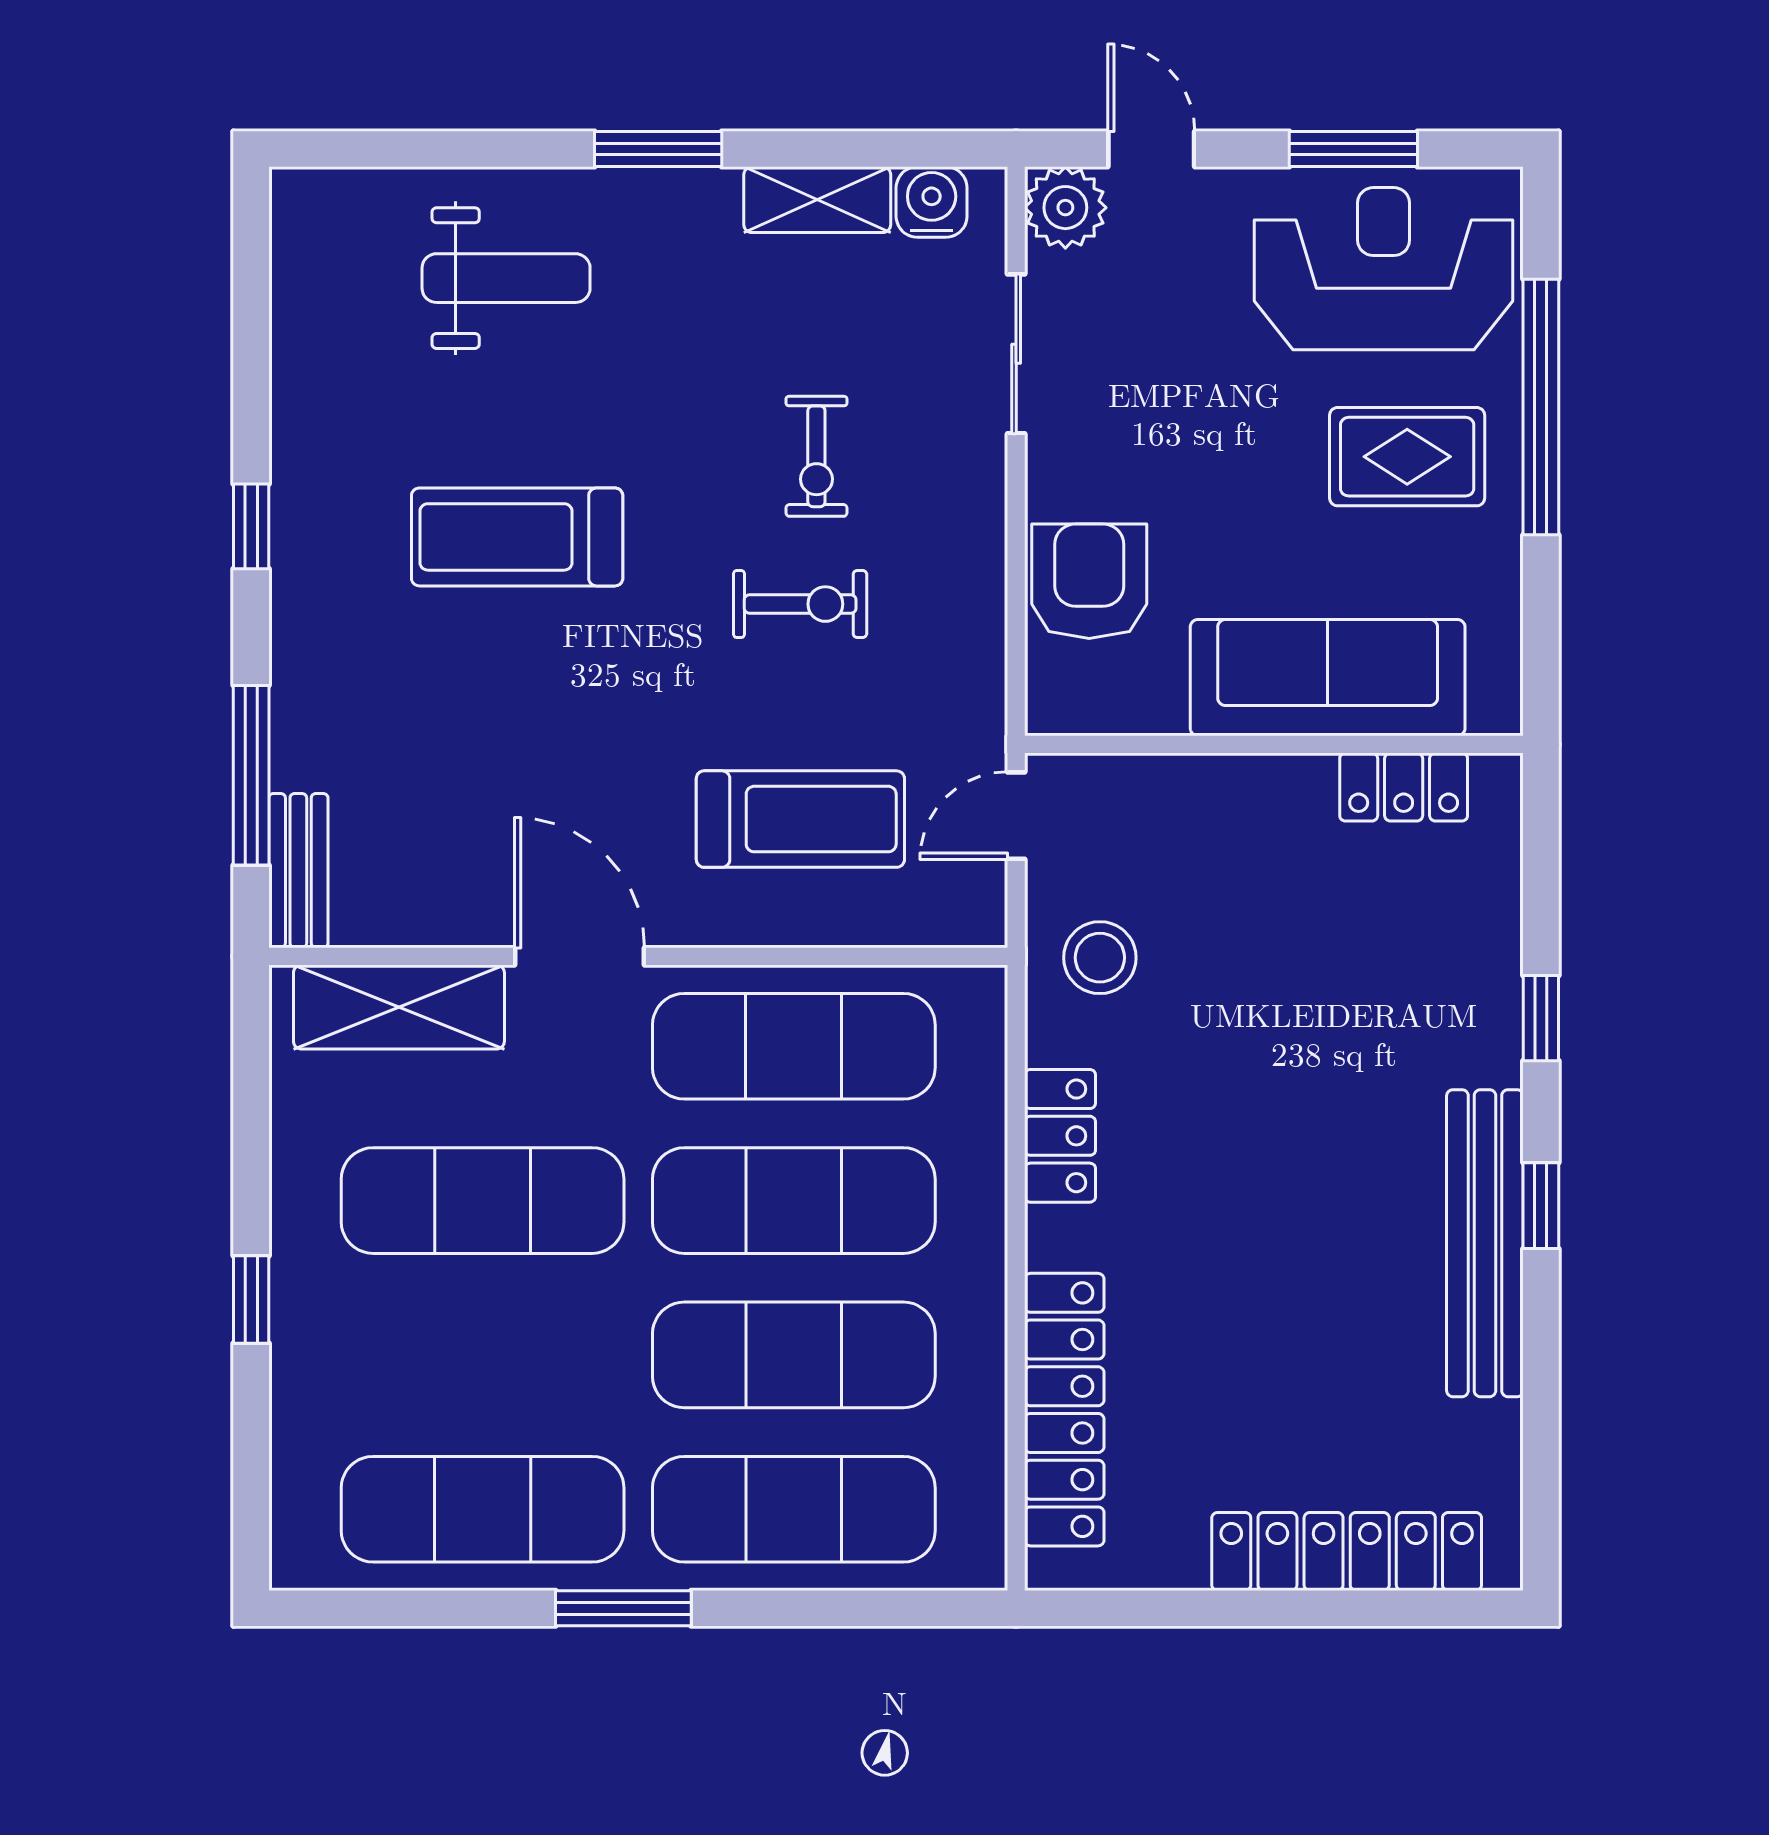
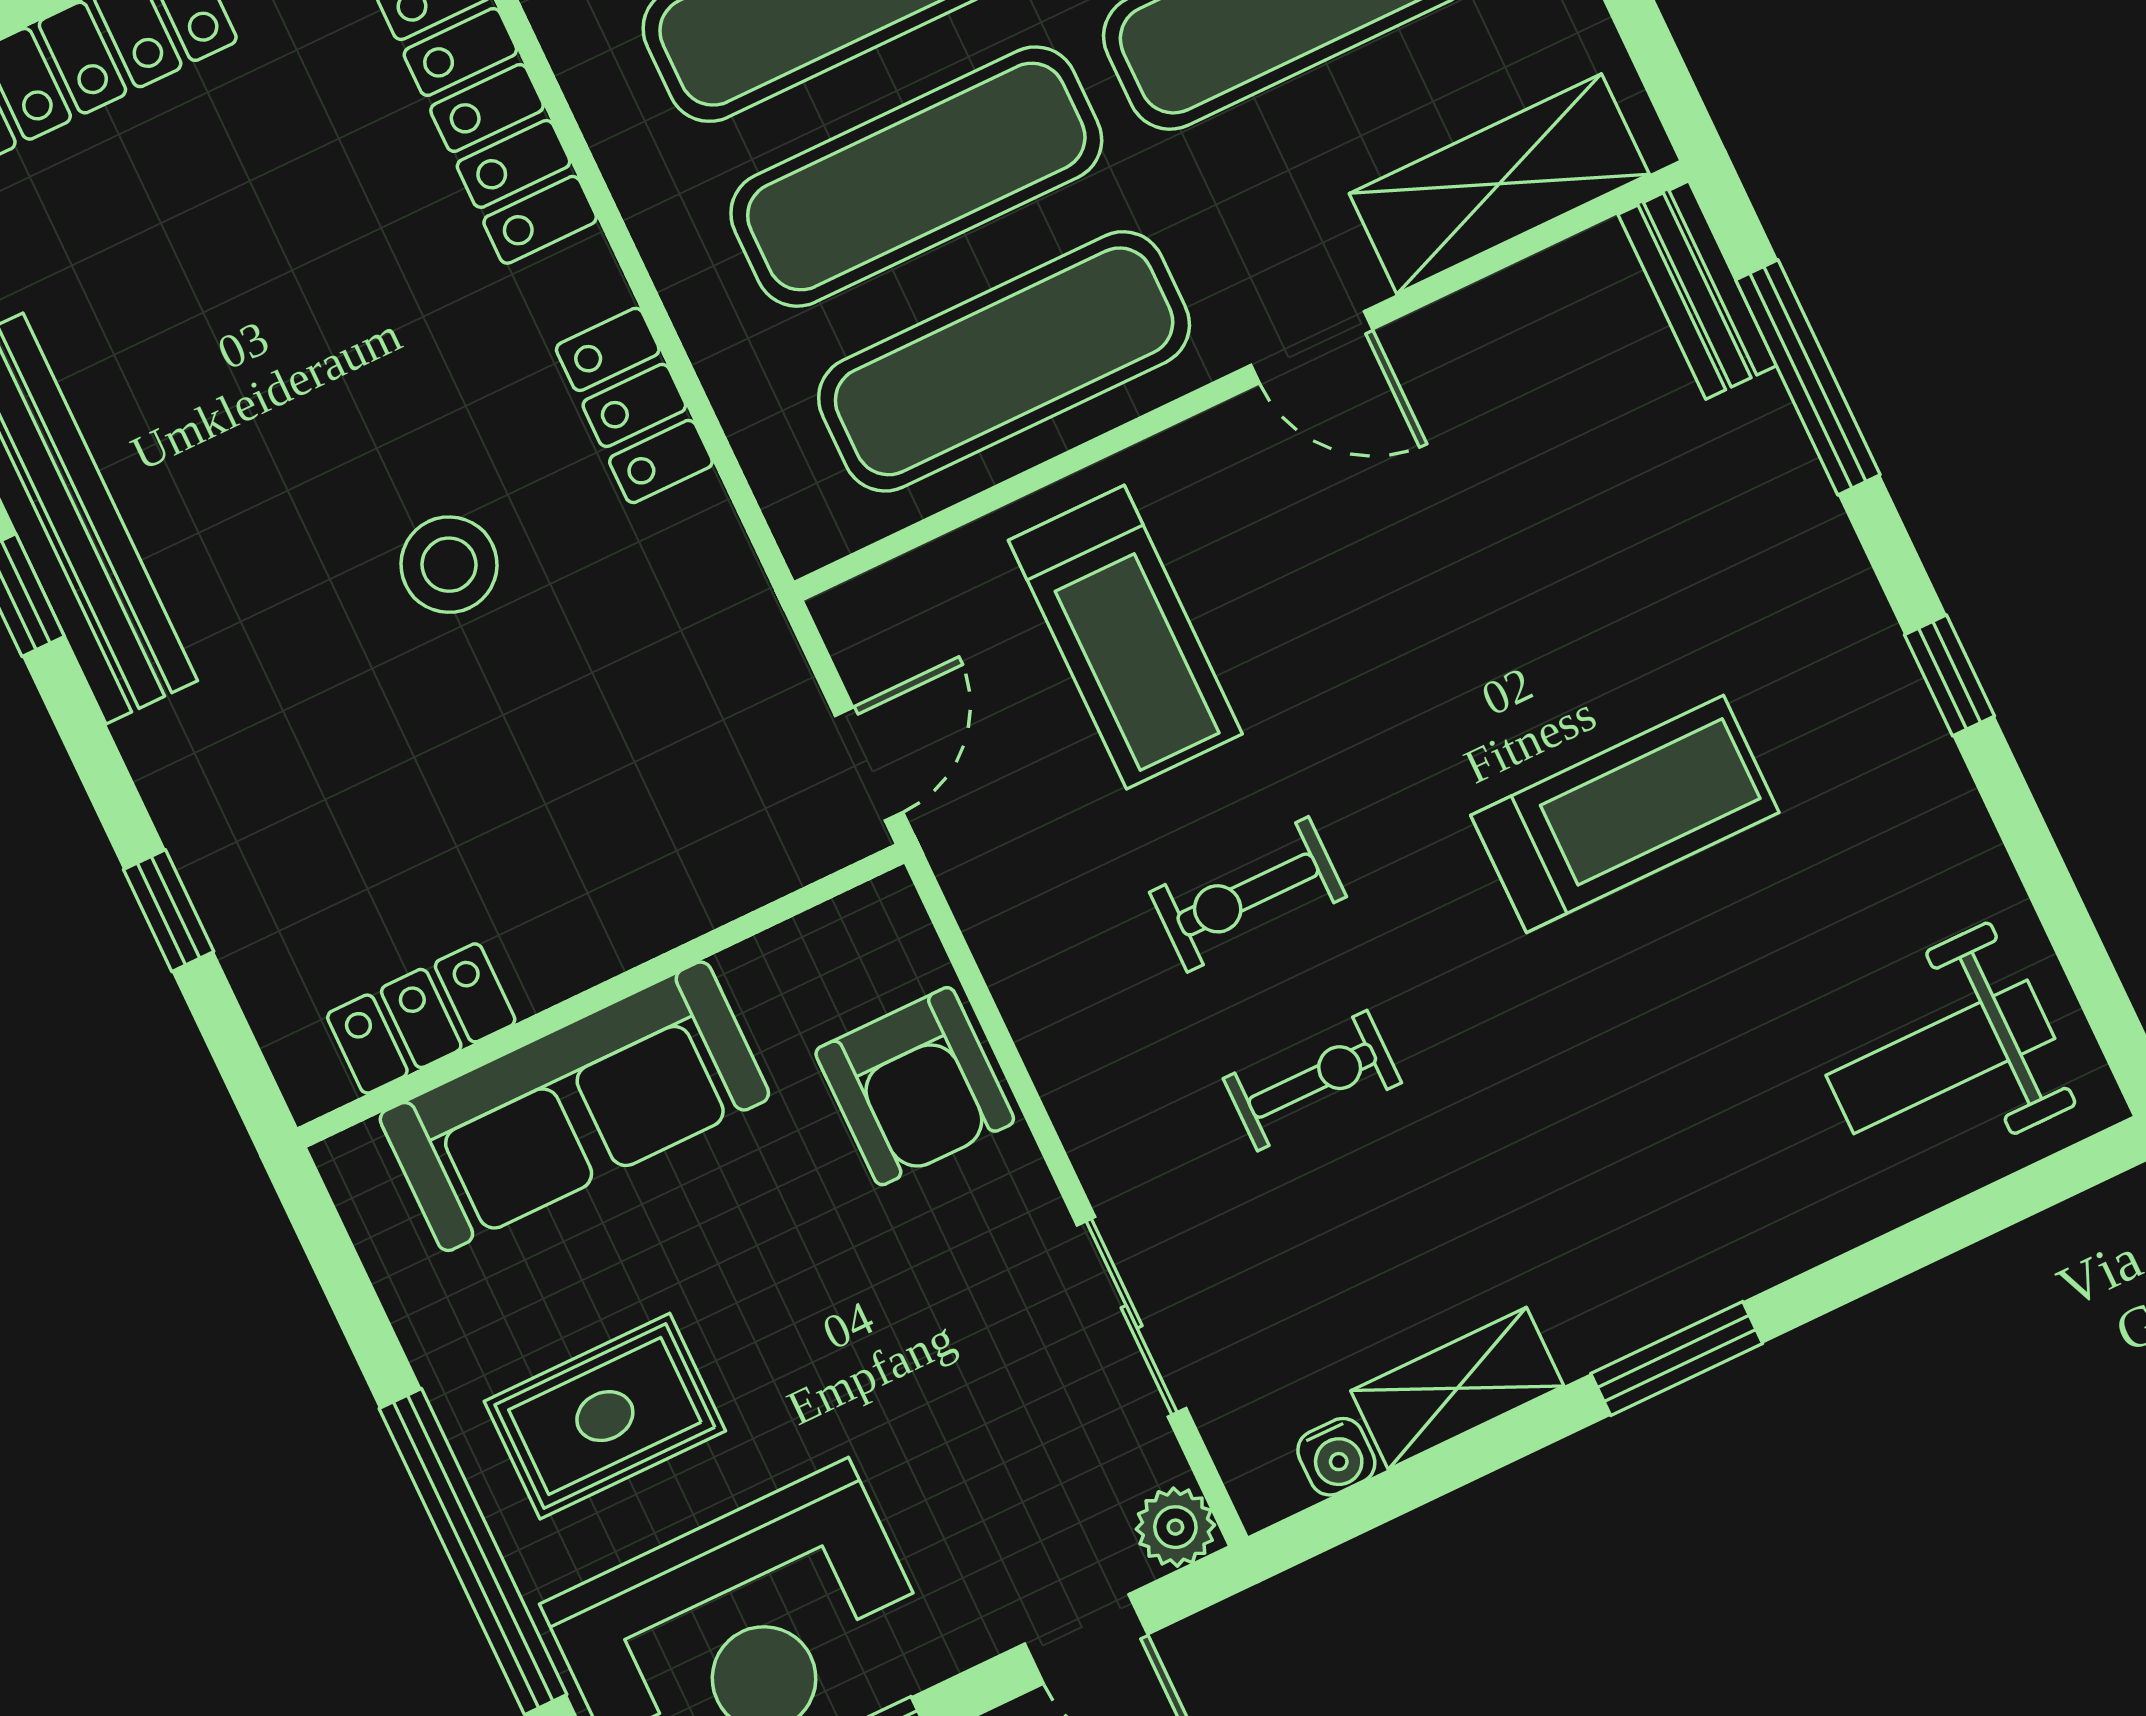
water cooler: (932, 202) -> (1336, 1457), width x0.72, depth x0.72
plant: (1065, 208) -> (1175, 1527), width x0.73, depth x0.73
weight bench: (506, 278) -> (1940, 1057), moved
exercise bike: (816, 456) -> (1312, 1081), turned 90
treadmill: (800, 819) -> (1125, 637), turned -90
door: (580, 956) -> (1312, 347), width x0.73
stool: (1100, 958) -> (449, 565), moved
window: (1541, 1018) -> (169, 911), moved

